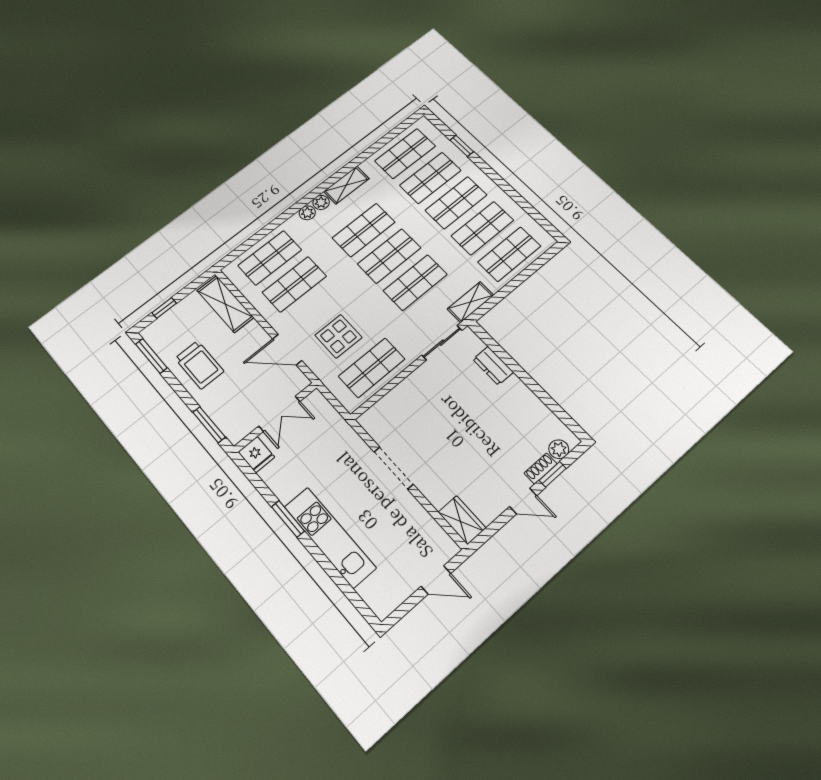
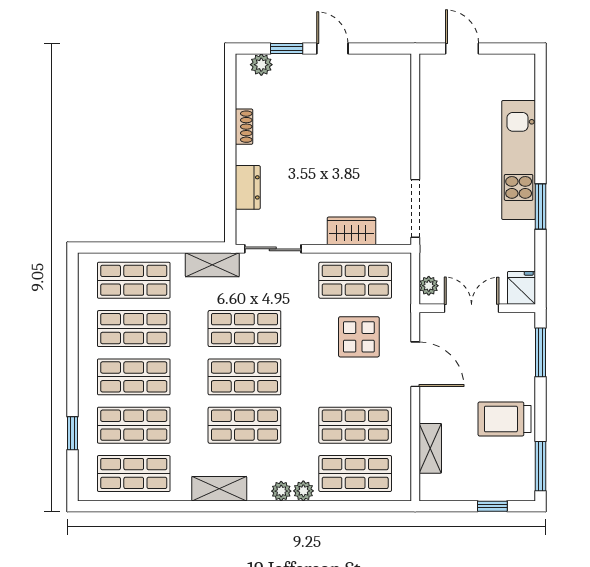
plant: (321, 202) -> (303, 491), moved
shelving: (225, 304) -> (430, 448), width x0.67, depth x0.75
trolley: (199, 365) -> (505, 419), turned -90
plant: (320, 404) -> (429, 286), added
doorway: (393, 468) -> (415, 208), moved
shoe rack: (541, 468) -> (244, 127), moved, turned -90
wardrobe: (462, 520) -> (351, 231), moved, turned 90

